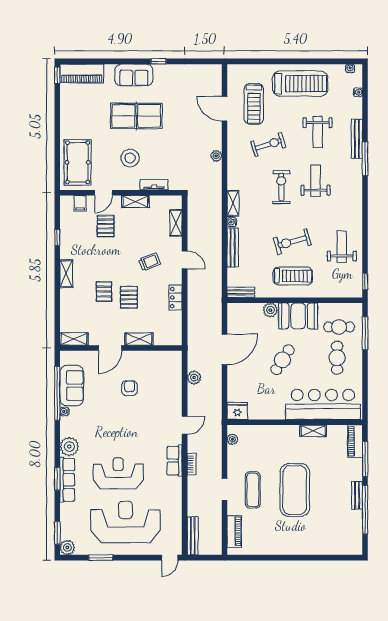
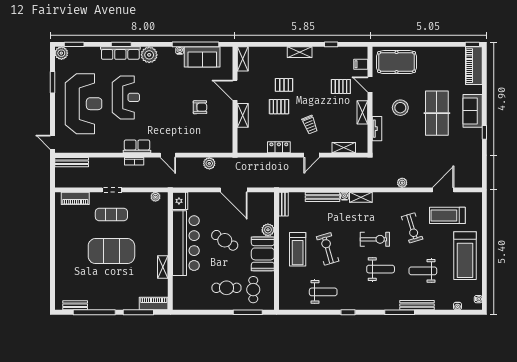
window: (365, 282) -> (348, 312), moved
bar counter: (323, 404) -> (186, 243), moved
bench: (357, 495) -> (75, 305), moved

